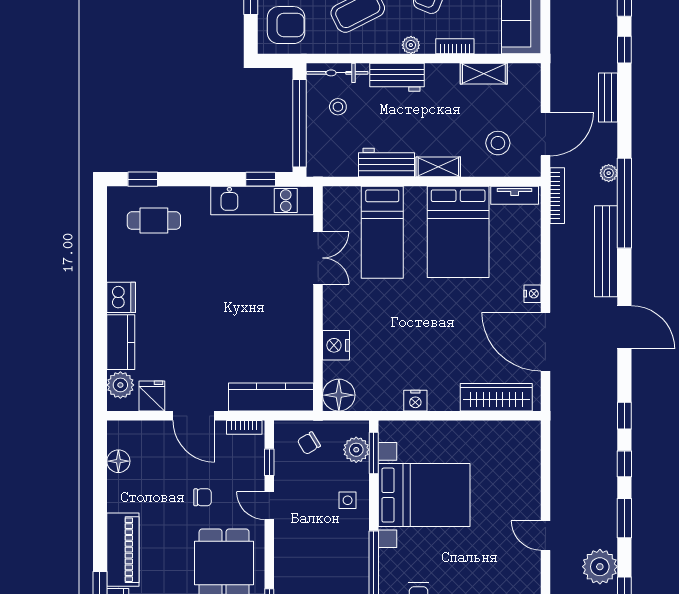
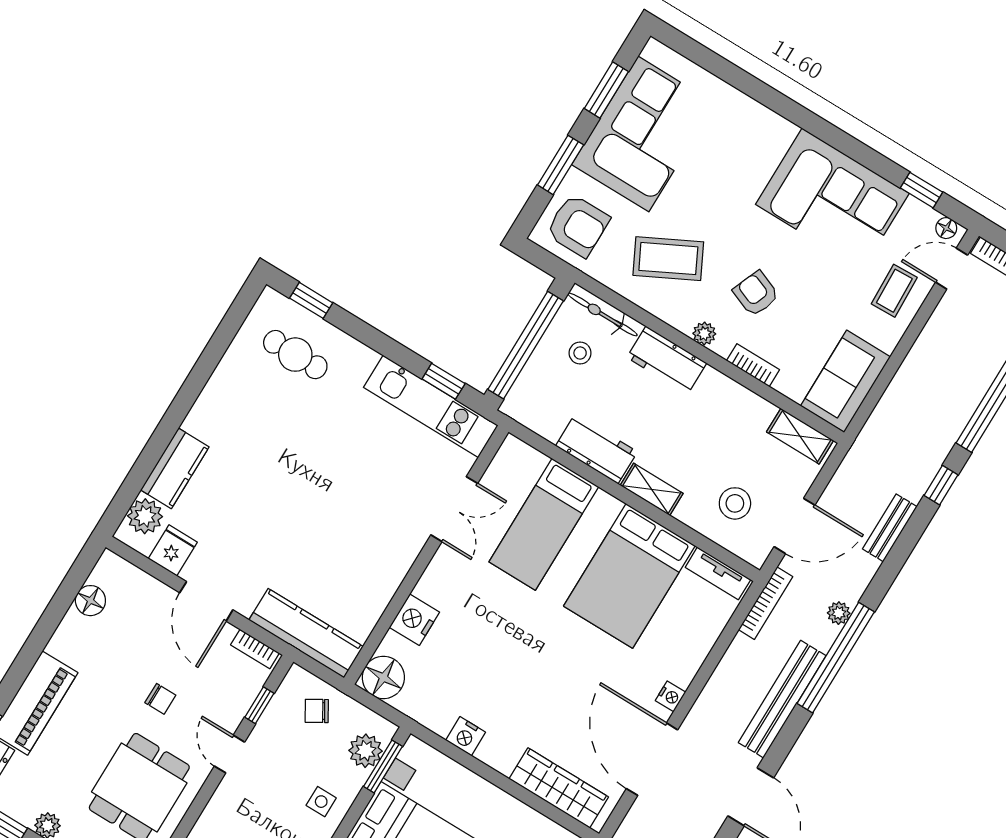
shelving: (484, 74) -> (800, 436), moved
dishwasher: (121, 297) -> (206, 419), removed

